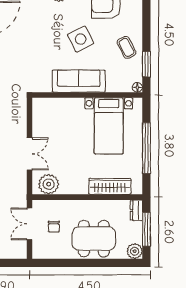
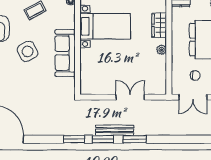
plant: (49, 184) -> (162, 50), moved, width x0.53, depth x0.53
wardrobe: (110, 186) -> (159, 25), width x0.67

